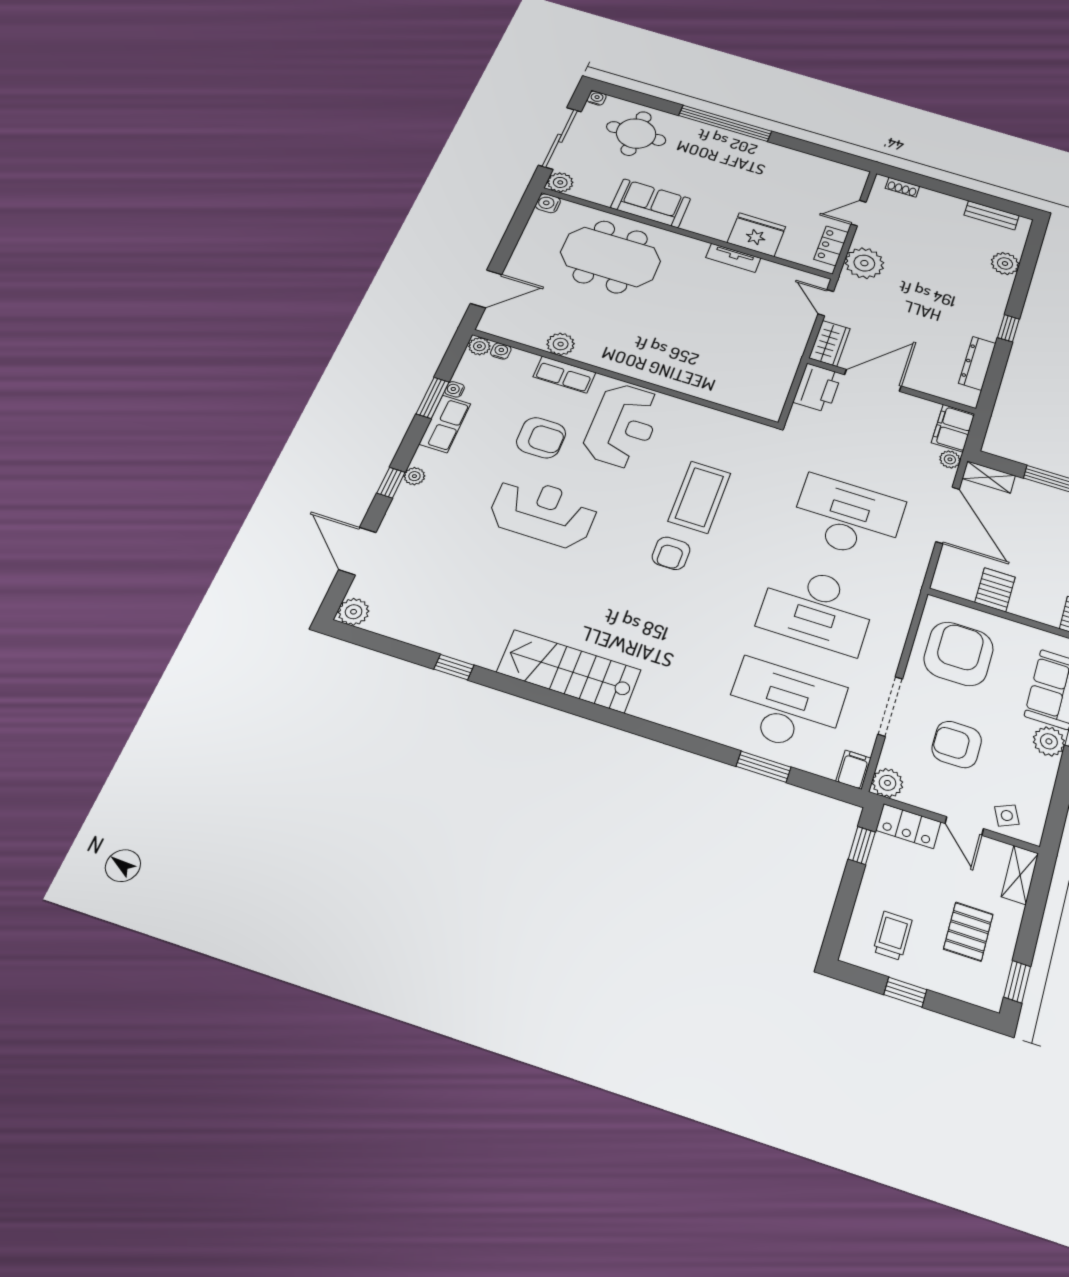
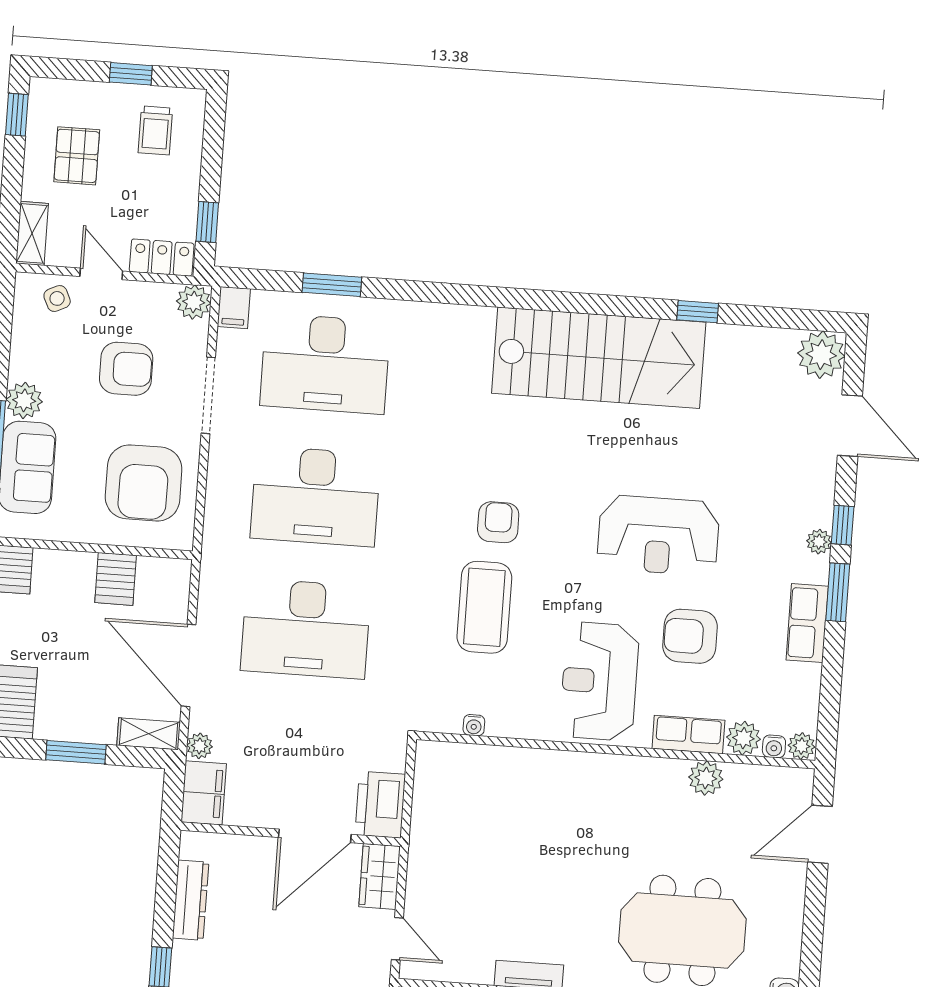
plant: (523, 362) -> (743, 738), added
water cooler: (455, 389) -> (474, 725), moved, turned 90
window: (433, 398) -> (838, 592), moved
desk: (817, 609) -> (315, 496), turned 180
plant: (354, 612) -> (821, 355), width x1.36, depth x1.36
stairs: (569, 671) -> (599, 358), width x1.36, depth x1.51

